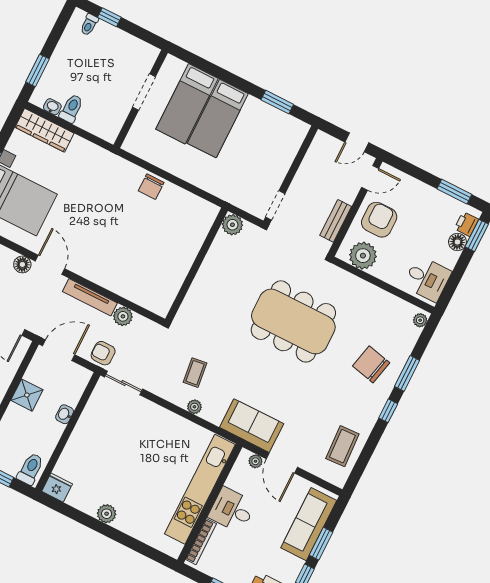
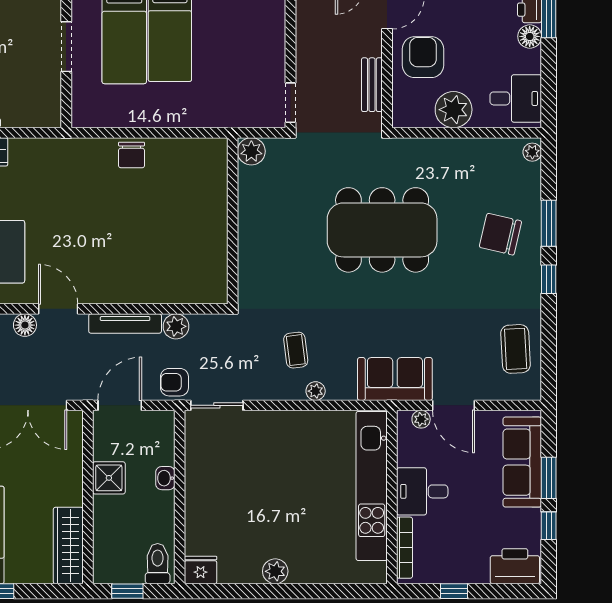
plant: (363, 256) -> (454, 110), moved

